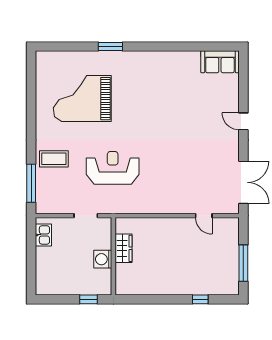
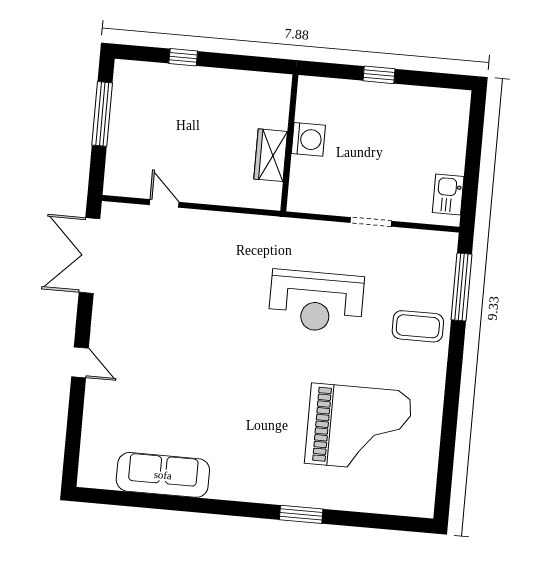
sofa: (220, 62) -> (163, 475), moved, width x1.36
wardrobe: (123, 248) -> (271, 155), moved
wall: (113, 256) -> (289, 143), moved
washing machine: (103, 259) -> (308, 139), moved

